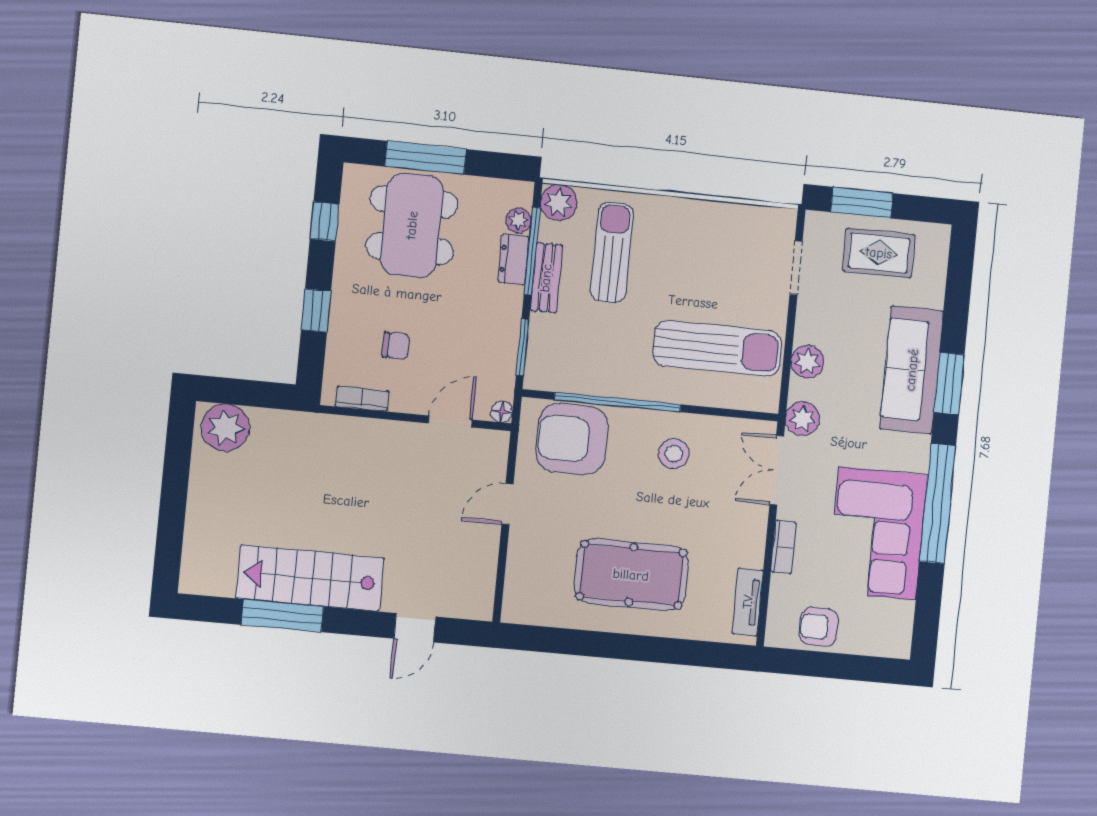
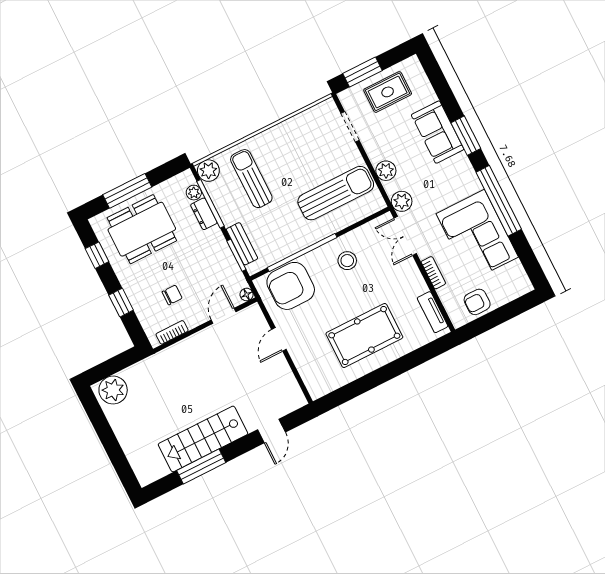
dining table: (412, 225) -> (142, 229), turned 90
bench: (546, 278) -> (242, 244), moved
sofa: (912, 370) -> (438, 132), width x0.73

